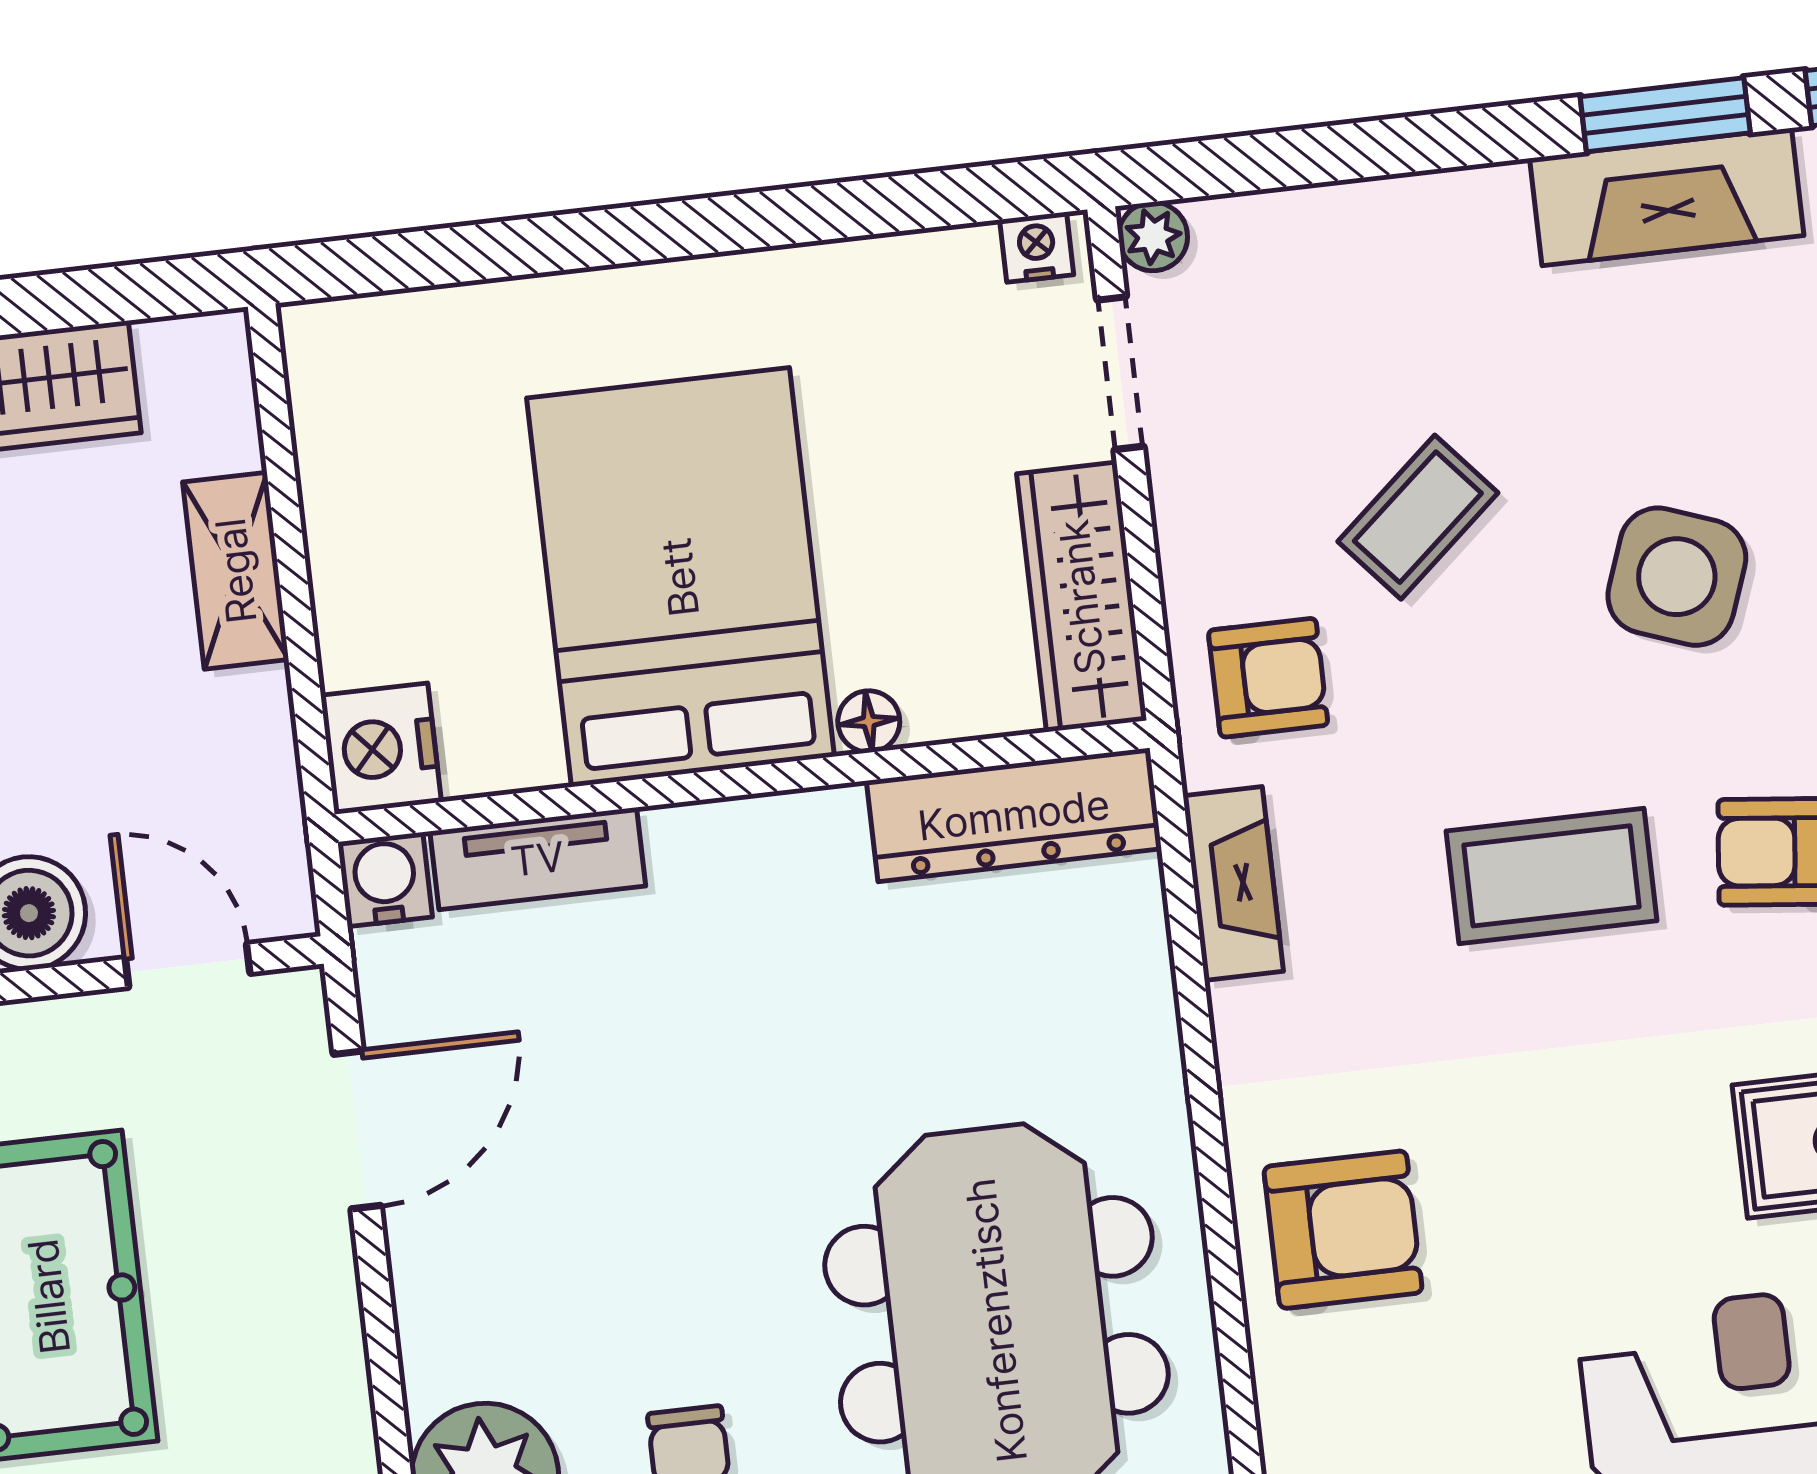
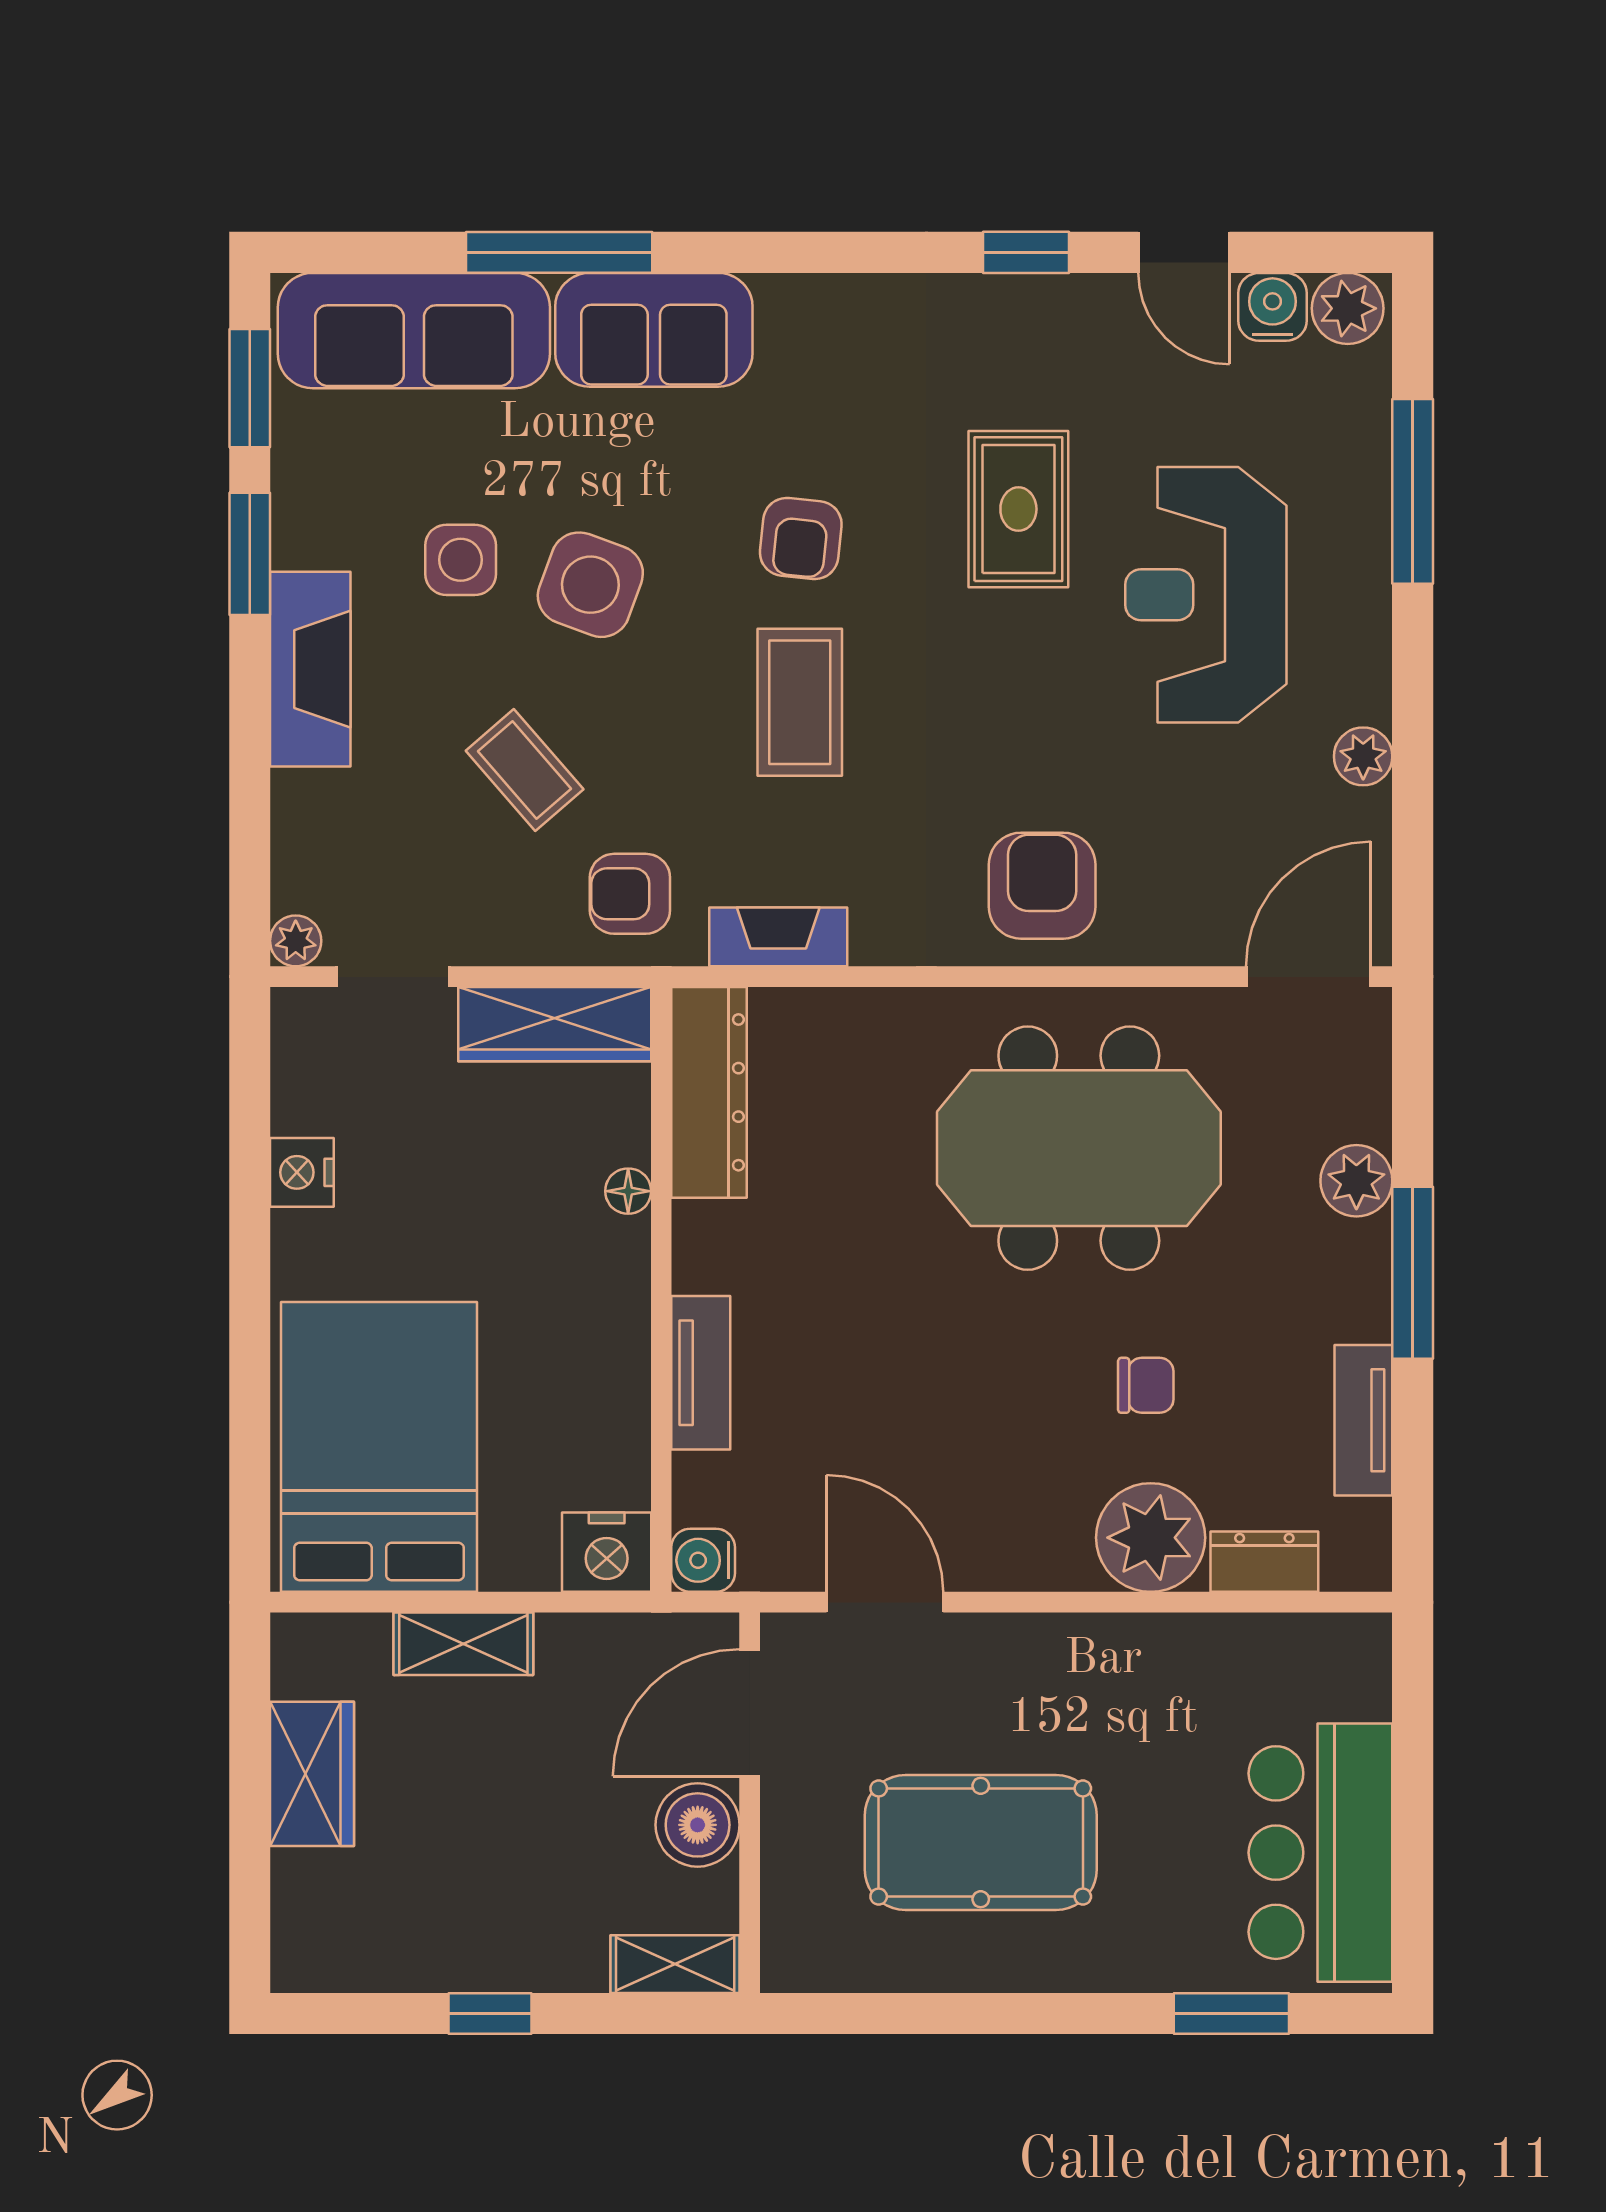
fireplace: (1667, 197) -> (310, 669), moved
nightstand: (1037, 247) -> (302, 1172), moved, width x1.39, depth x1.35
side table: (1690, 399) -> (461, 560), added
bed: (680, 577) -> (379, 1447), moved, turned 90
armchair: (1268, 678) -> (630, 894), turned -90
tv unit: (538, 859) -> (701, 1373), moved
door: (188, 966) -> (750, 1713), width x1.38

